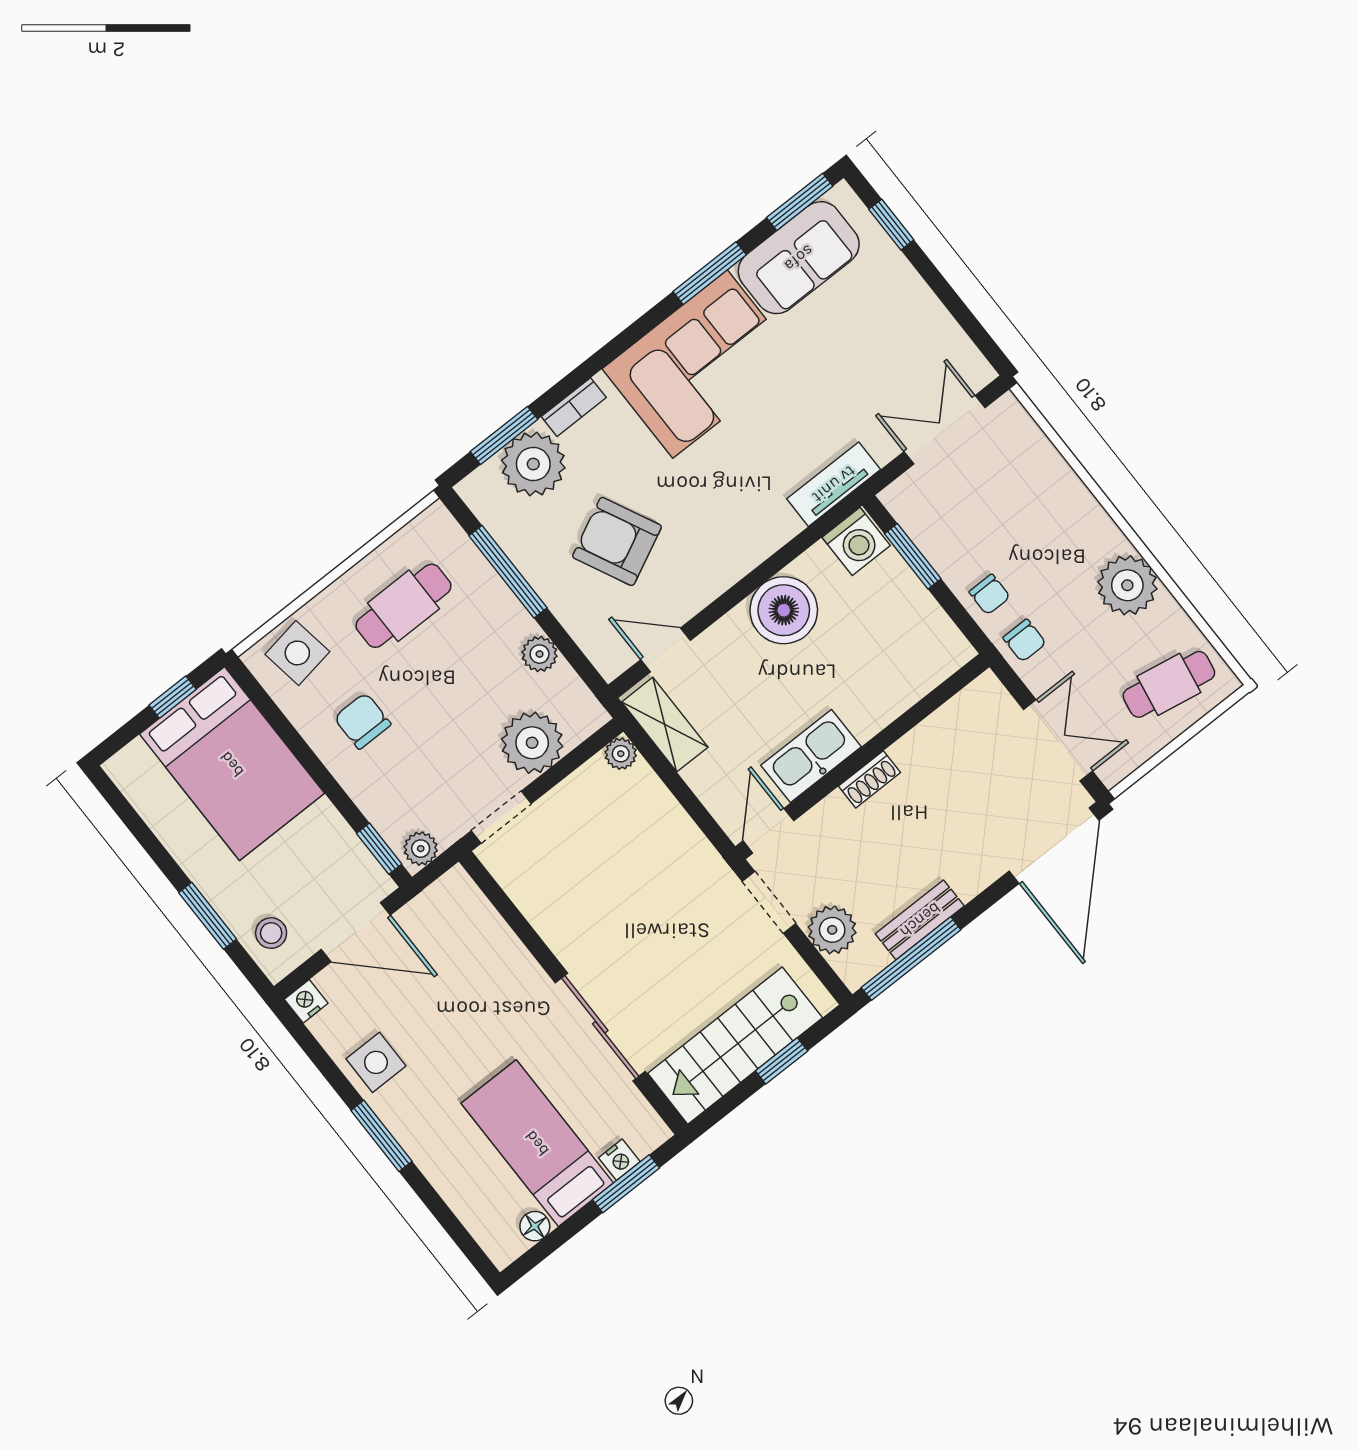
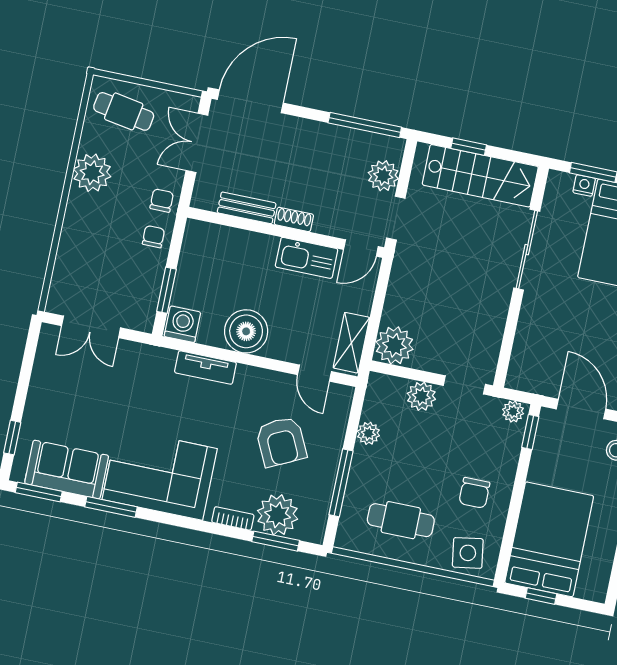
tv unit: (834, 484) -> (205, 368), moved
plant: (532, 743) -> (421, 396), width x0.73, depth x0.73
plant: (621, 754) -> (394, 345), width x1.88, depth x1.88
bench: (920, 920) -> (247, 208), moved

